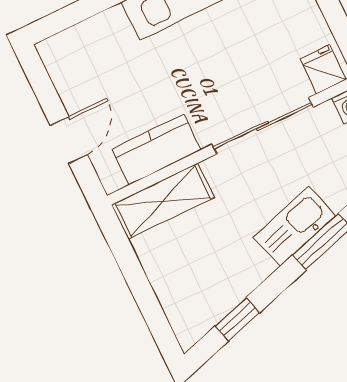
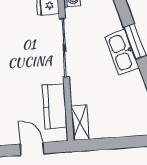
shelving: (163, 201) -> (80, 123), width x0.67, depth x0.75

